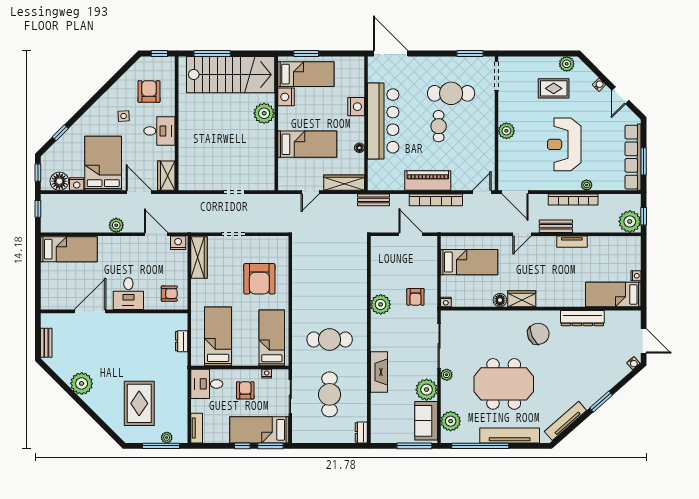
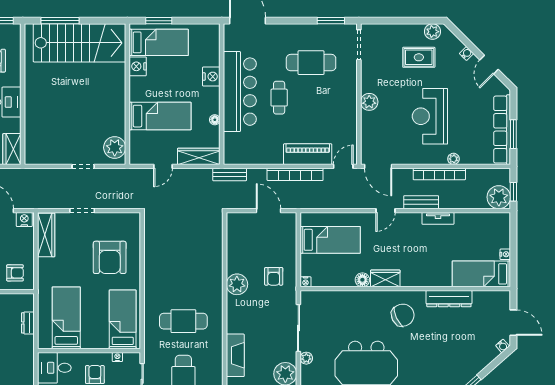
plant: (264, 113) -> (115, 148), moved
cafe table: (439, 126) -> (279, 98), moved
piano: (428, 180) -> (308, 154), moved

